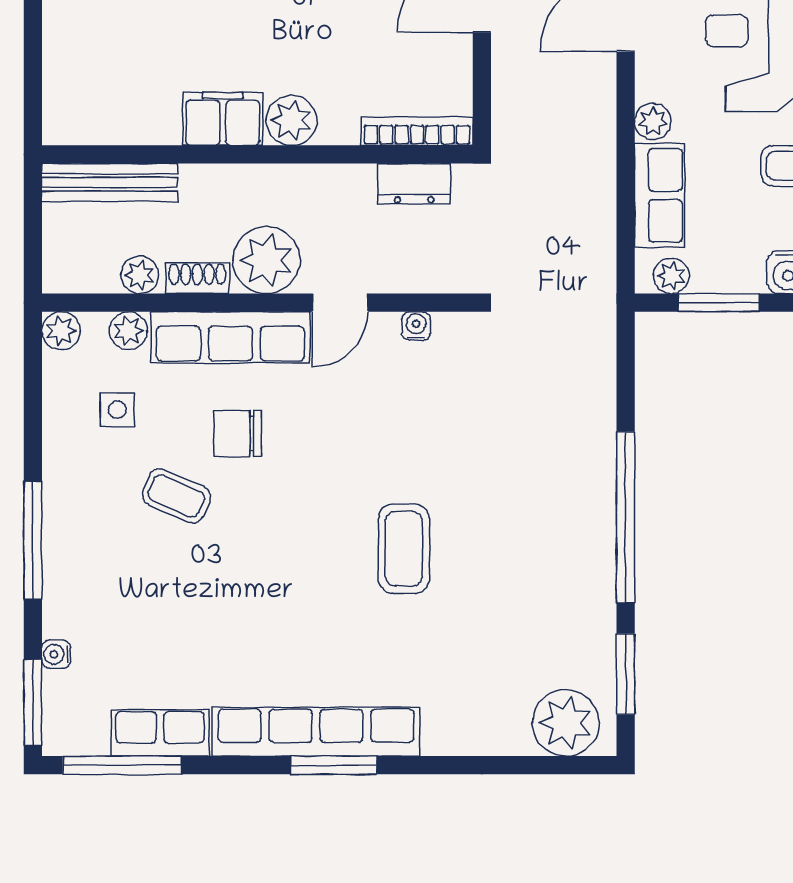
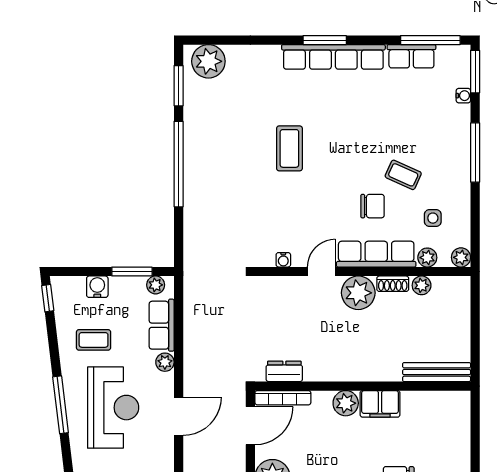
filing cabinet: (223, 119) -> (380, 404), moved
plant: (291, 120) -> (346, 403), moved
bookcase: (417, 131) -> (283, 398), moved
wall: (257, 154) -> (363, 386), moved
bench: (110, 182) -> (437, 372), moved
dresser: (414, 184) -> (284, 371), moved

